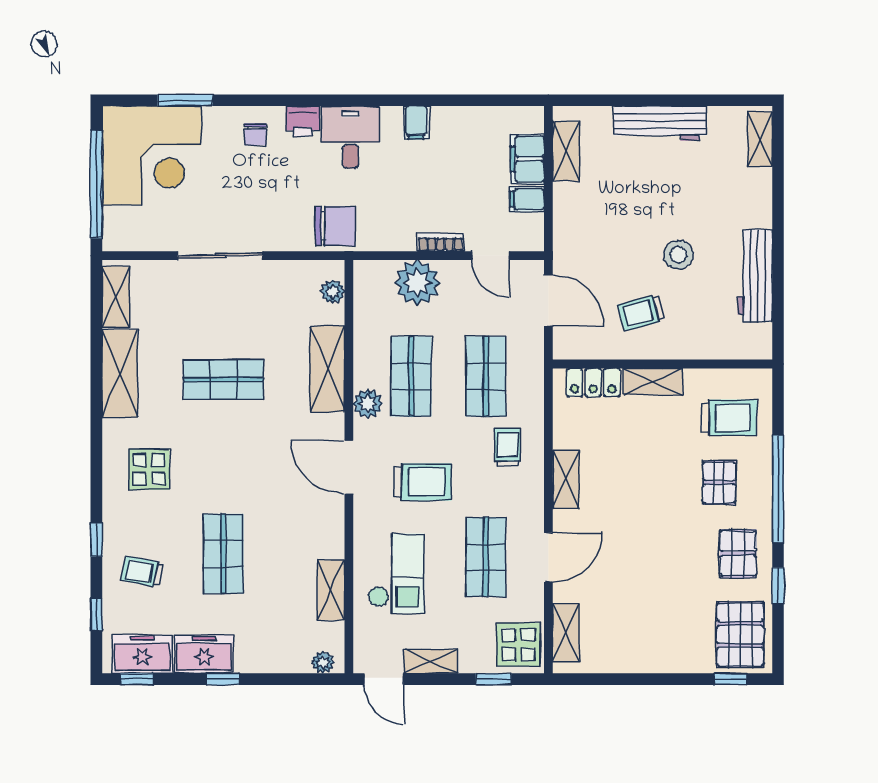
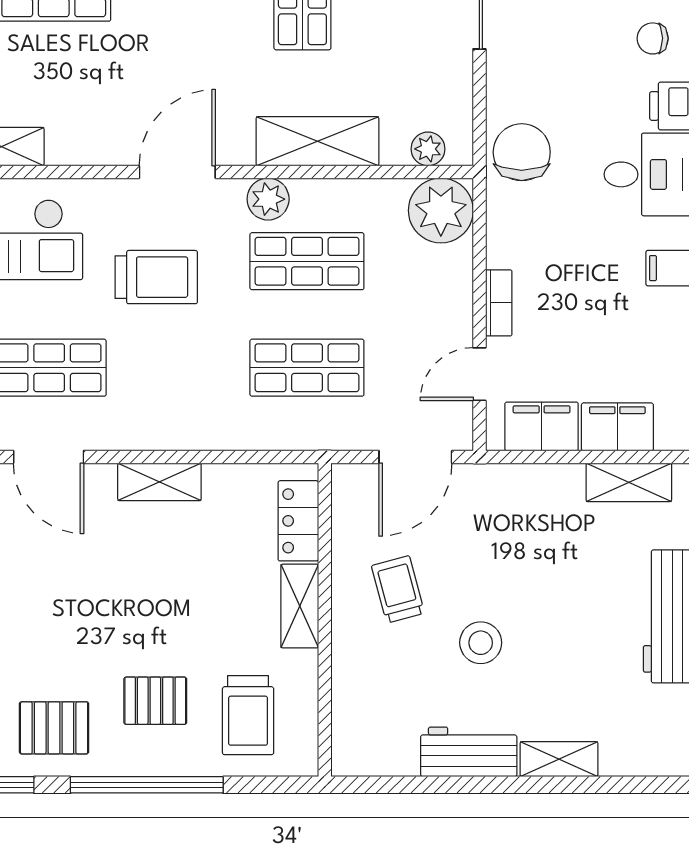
shelving: (760, 139) -> (559, 759), moved
filing cabinet: (527, 199) -> (542, 426), width x2.00
chair: (335, 226) -> (522, 152), turned 180
workbench: (755, 276) -> (469, 752), width x0.73
plant: (417, 283) -> (441, 210), moved
trolley: (508, 447) -> (206, 399), removed
trolley: (422, 482) -> (156, 277), turned -90

